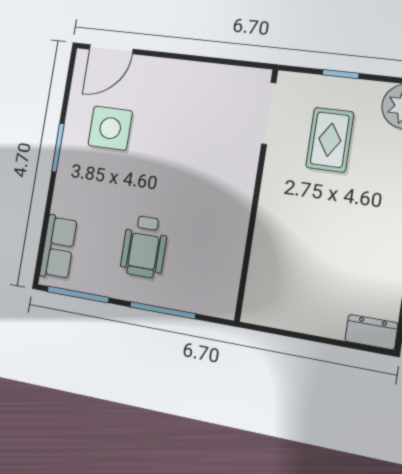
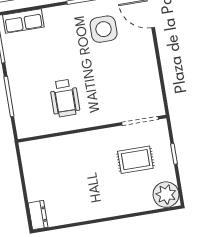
wheelchair: (144, 247) -> (65, 98), moved, turned -90

